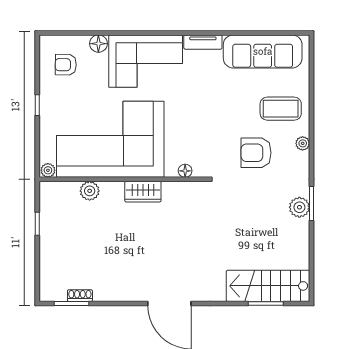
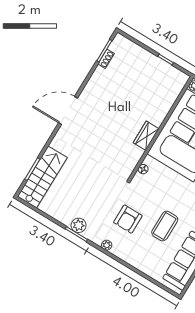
coffee table: (281, 109) -> (165, 226), moved
plant: (303, 143) -> (107, 245), moved
armchair: (256, 153) -> (128, 219), turned 180
plant: (90, 191) -> (166, 104), removed

